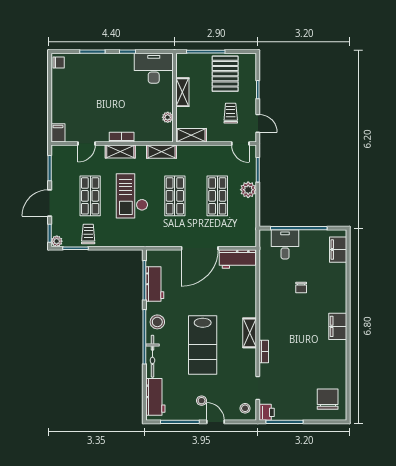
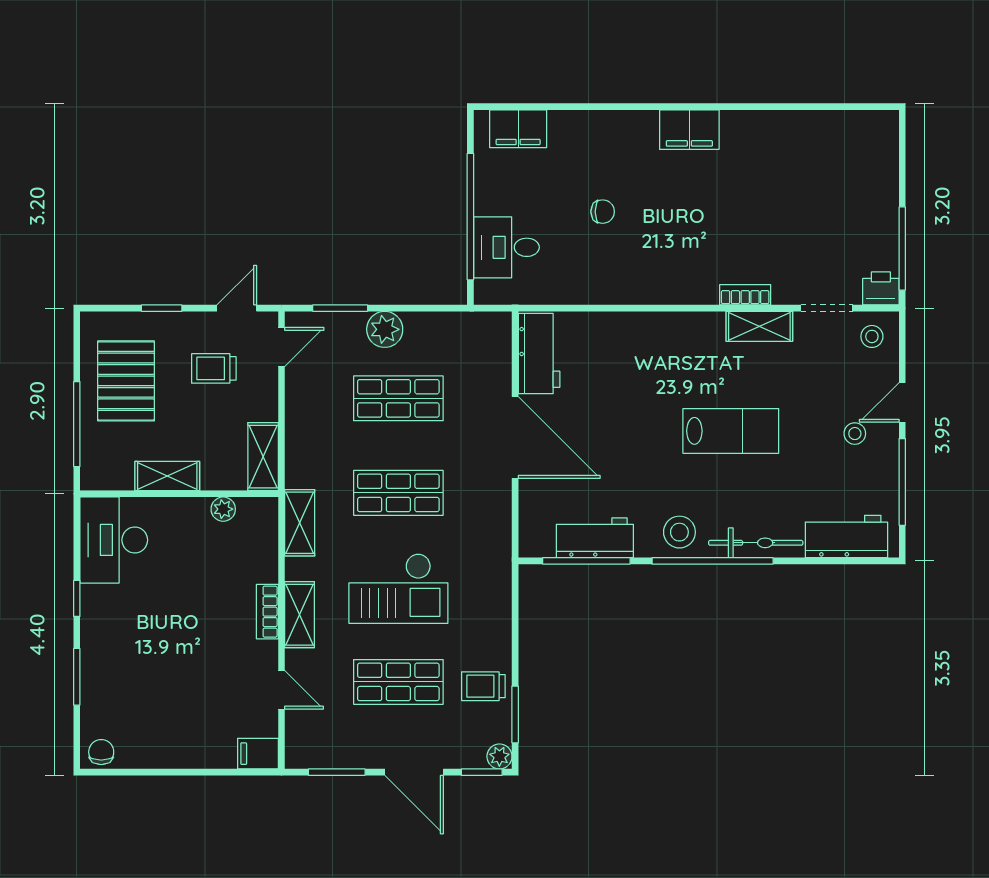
pallet: (225, 74) -> (126, 381), turned 90
shelving: (250, 333) -> (759, 326), moved
lab bench: (203, 345) -> (731, 431), width x0.73, depth x0.72
chair: (328, 399) -> (852, 152), removed

